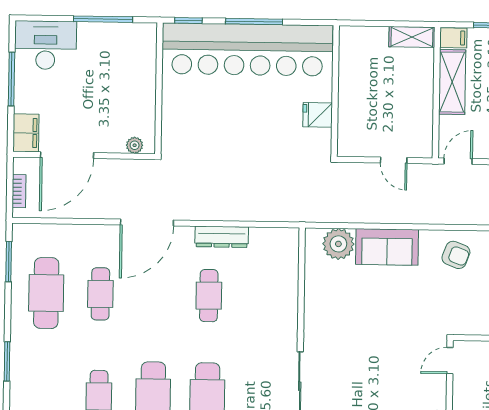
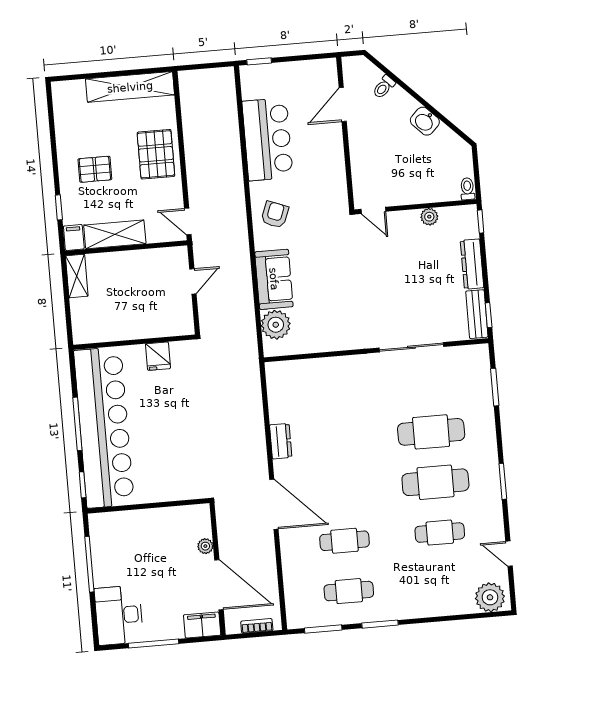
plant: (135, 145) -> (205, 546), moved
dresser: (222, 237) -> (281, 441), width x0.70
cafe table: (46, 293) -> (349, 591), width x0.73, depth x0.74
cafe table: (209, 296) -> (336, 440), removed
window: (7, 361) -> (380, 624), moved

